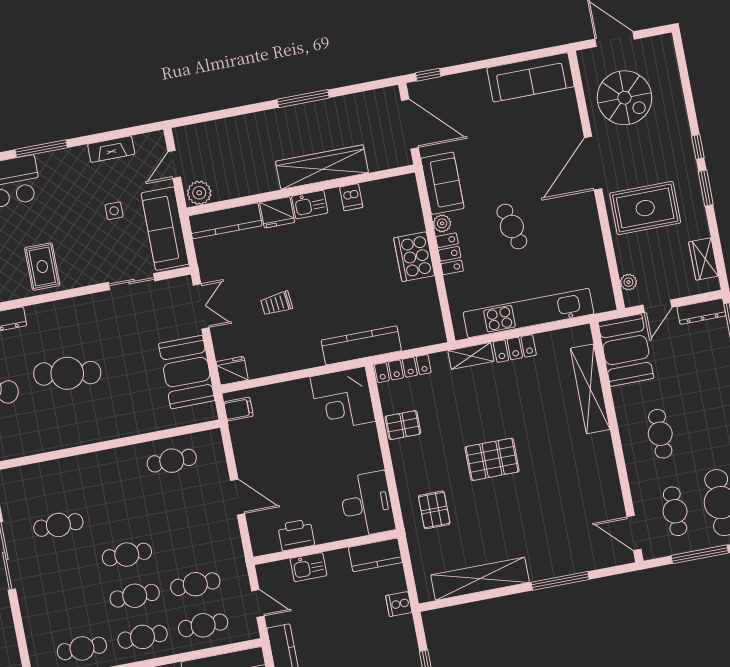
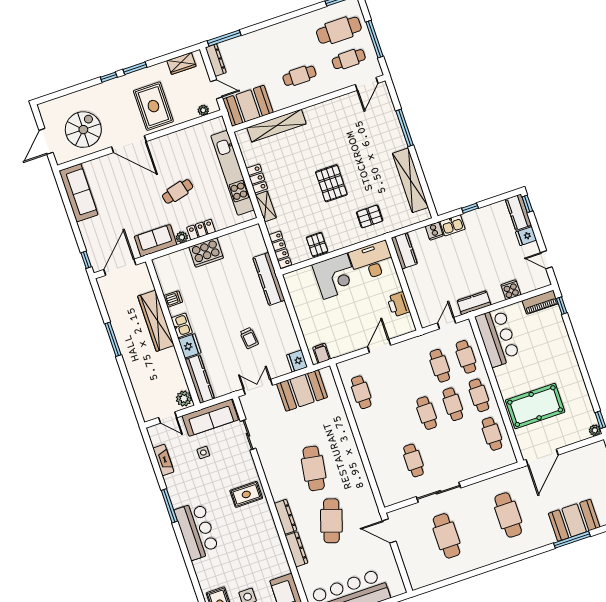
corner desk: (343, 399) -> (335, 276), moved
kitchen sink: (308, 567) -> (453, 225), moved, turned 90

